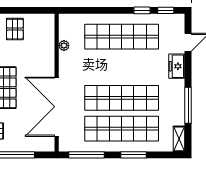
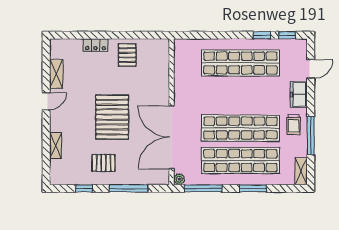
plant: (64, 45) -> (179, 179), moved
trolley: (172, 95) -> (294, 124), added

